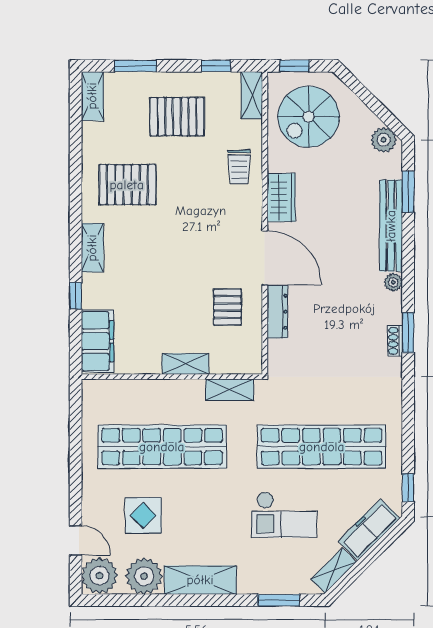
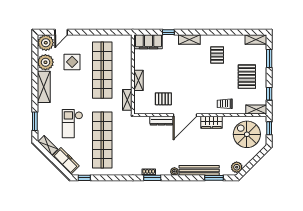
pallet: (127, 185) -> (217, 55), width x0.67, depth x0.71

